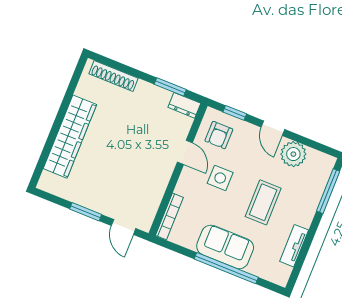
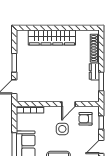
dresser: (184, 105) -> (94, 71), moved

